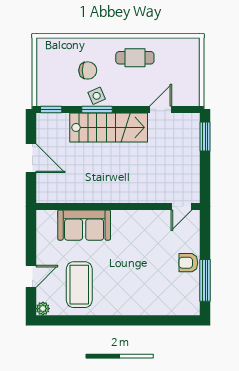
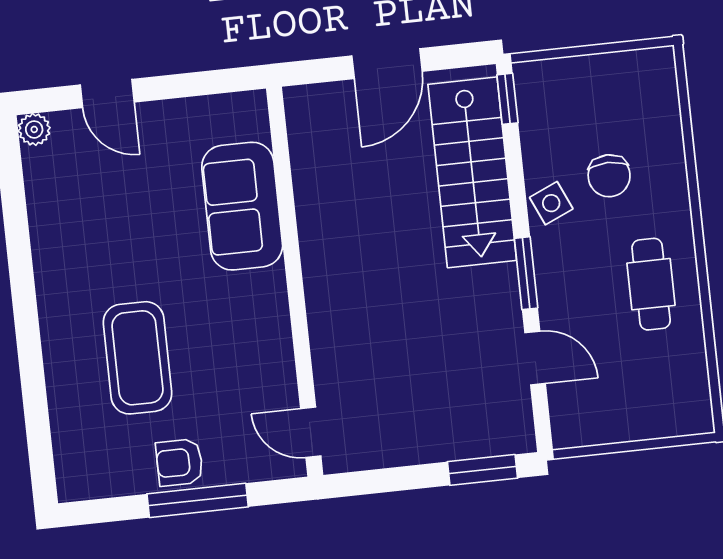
window: (97, 109) -> (526, 273), moved
stairs: (109, 127) -> (472, 172), moved
armchair: (188, 263) -> (179, 462), turned -90
window: (205, 280) -> (198, 500), moved
coffee table: (79, 285) -> (137, 358), moved, turned 90

